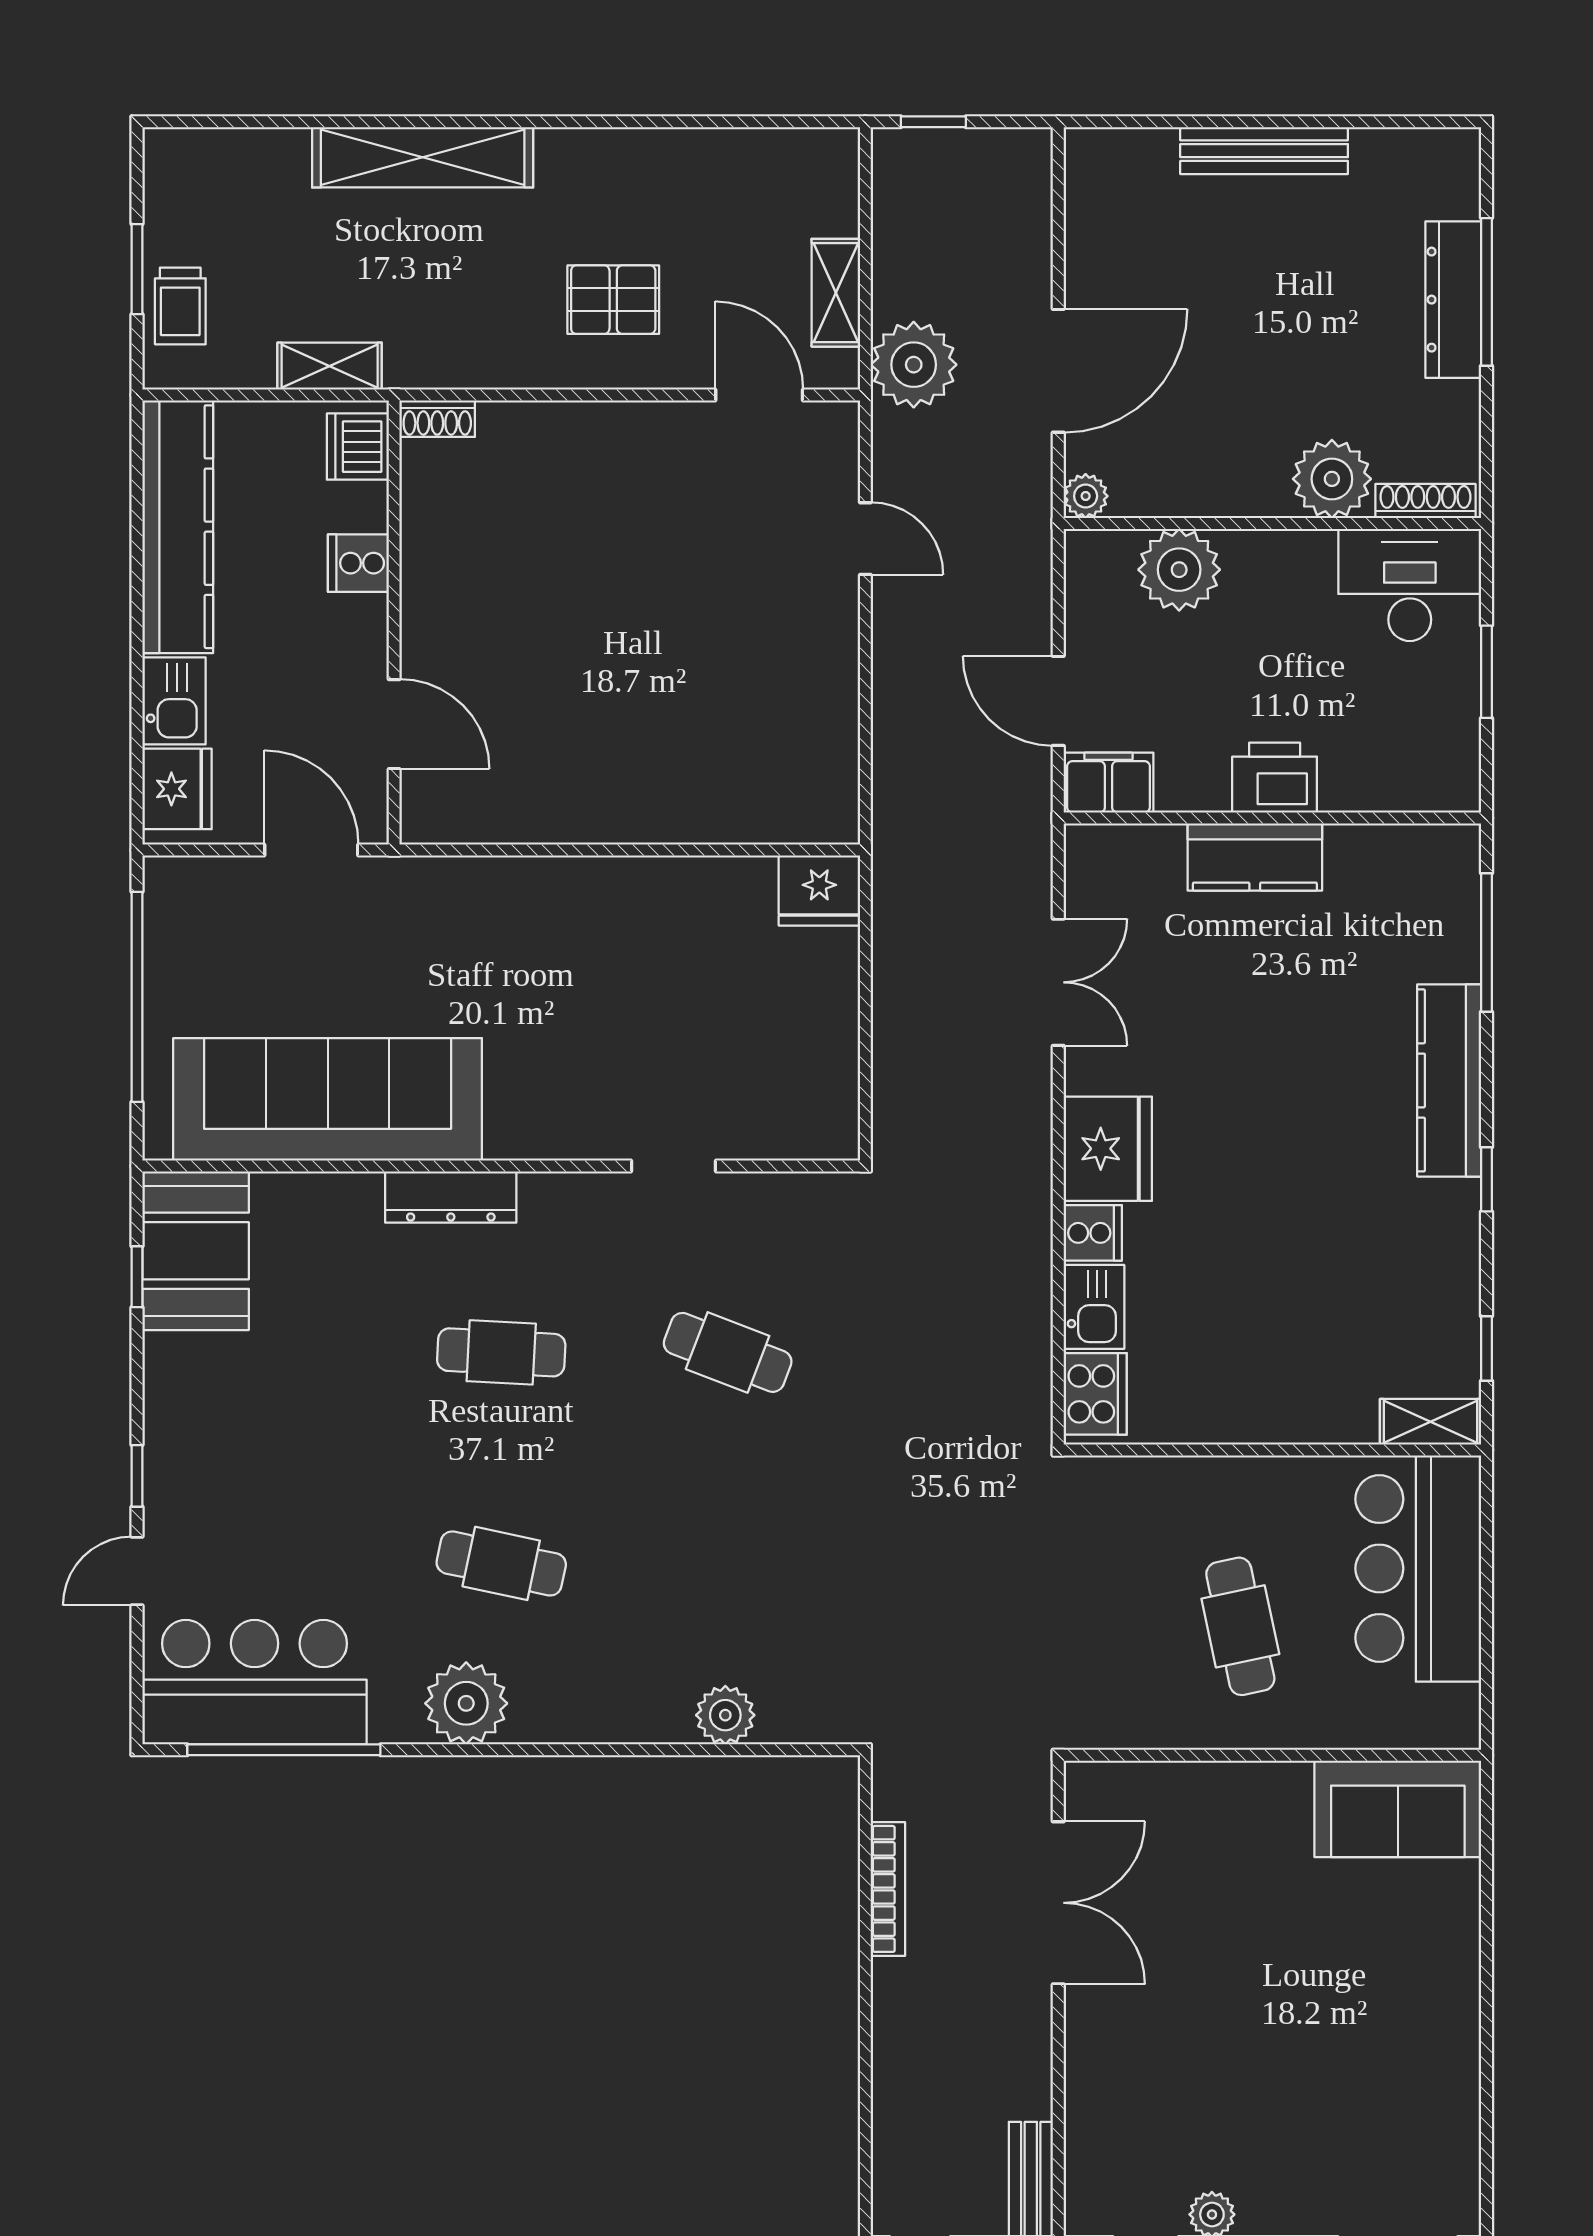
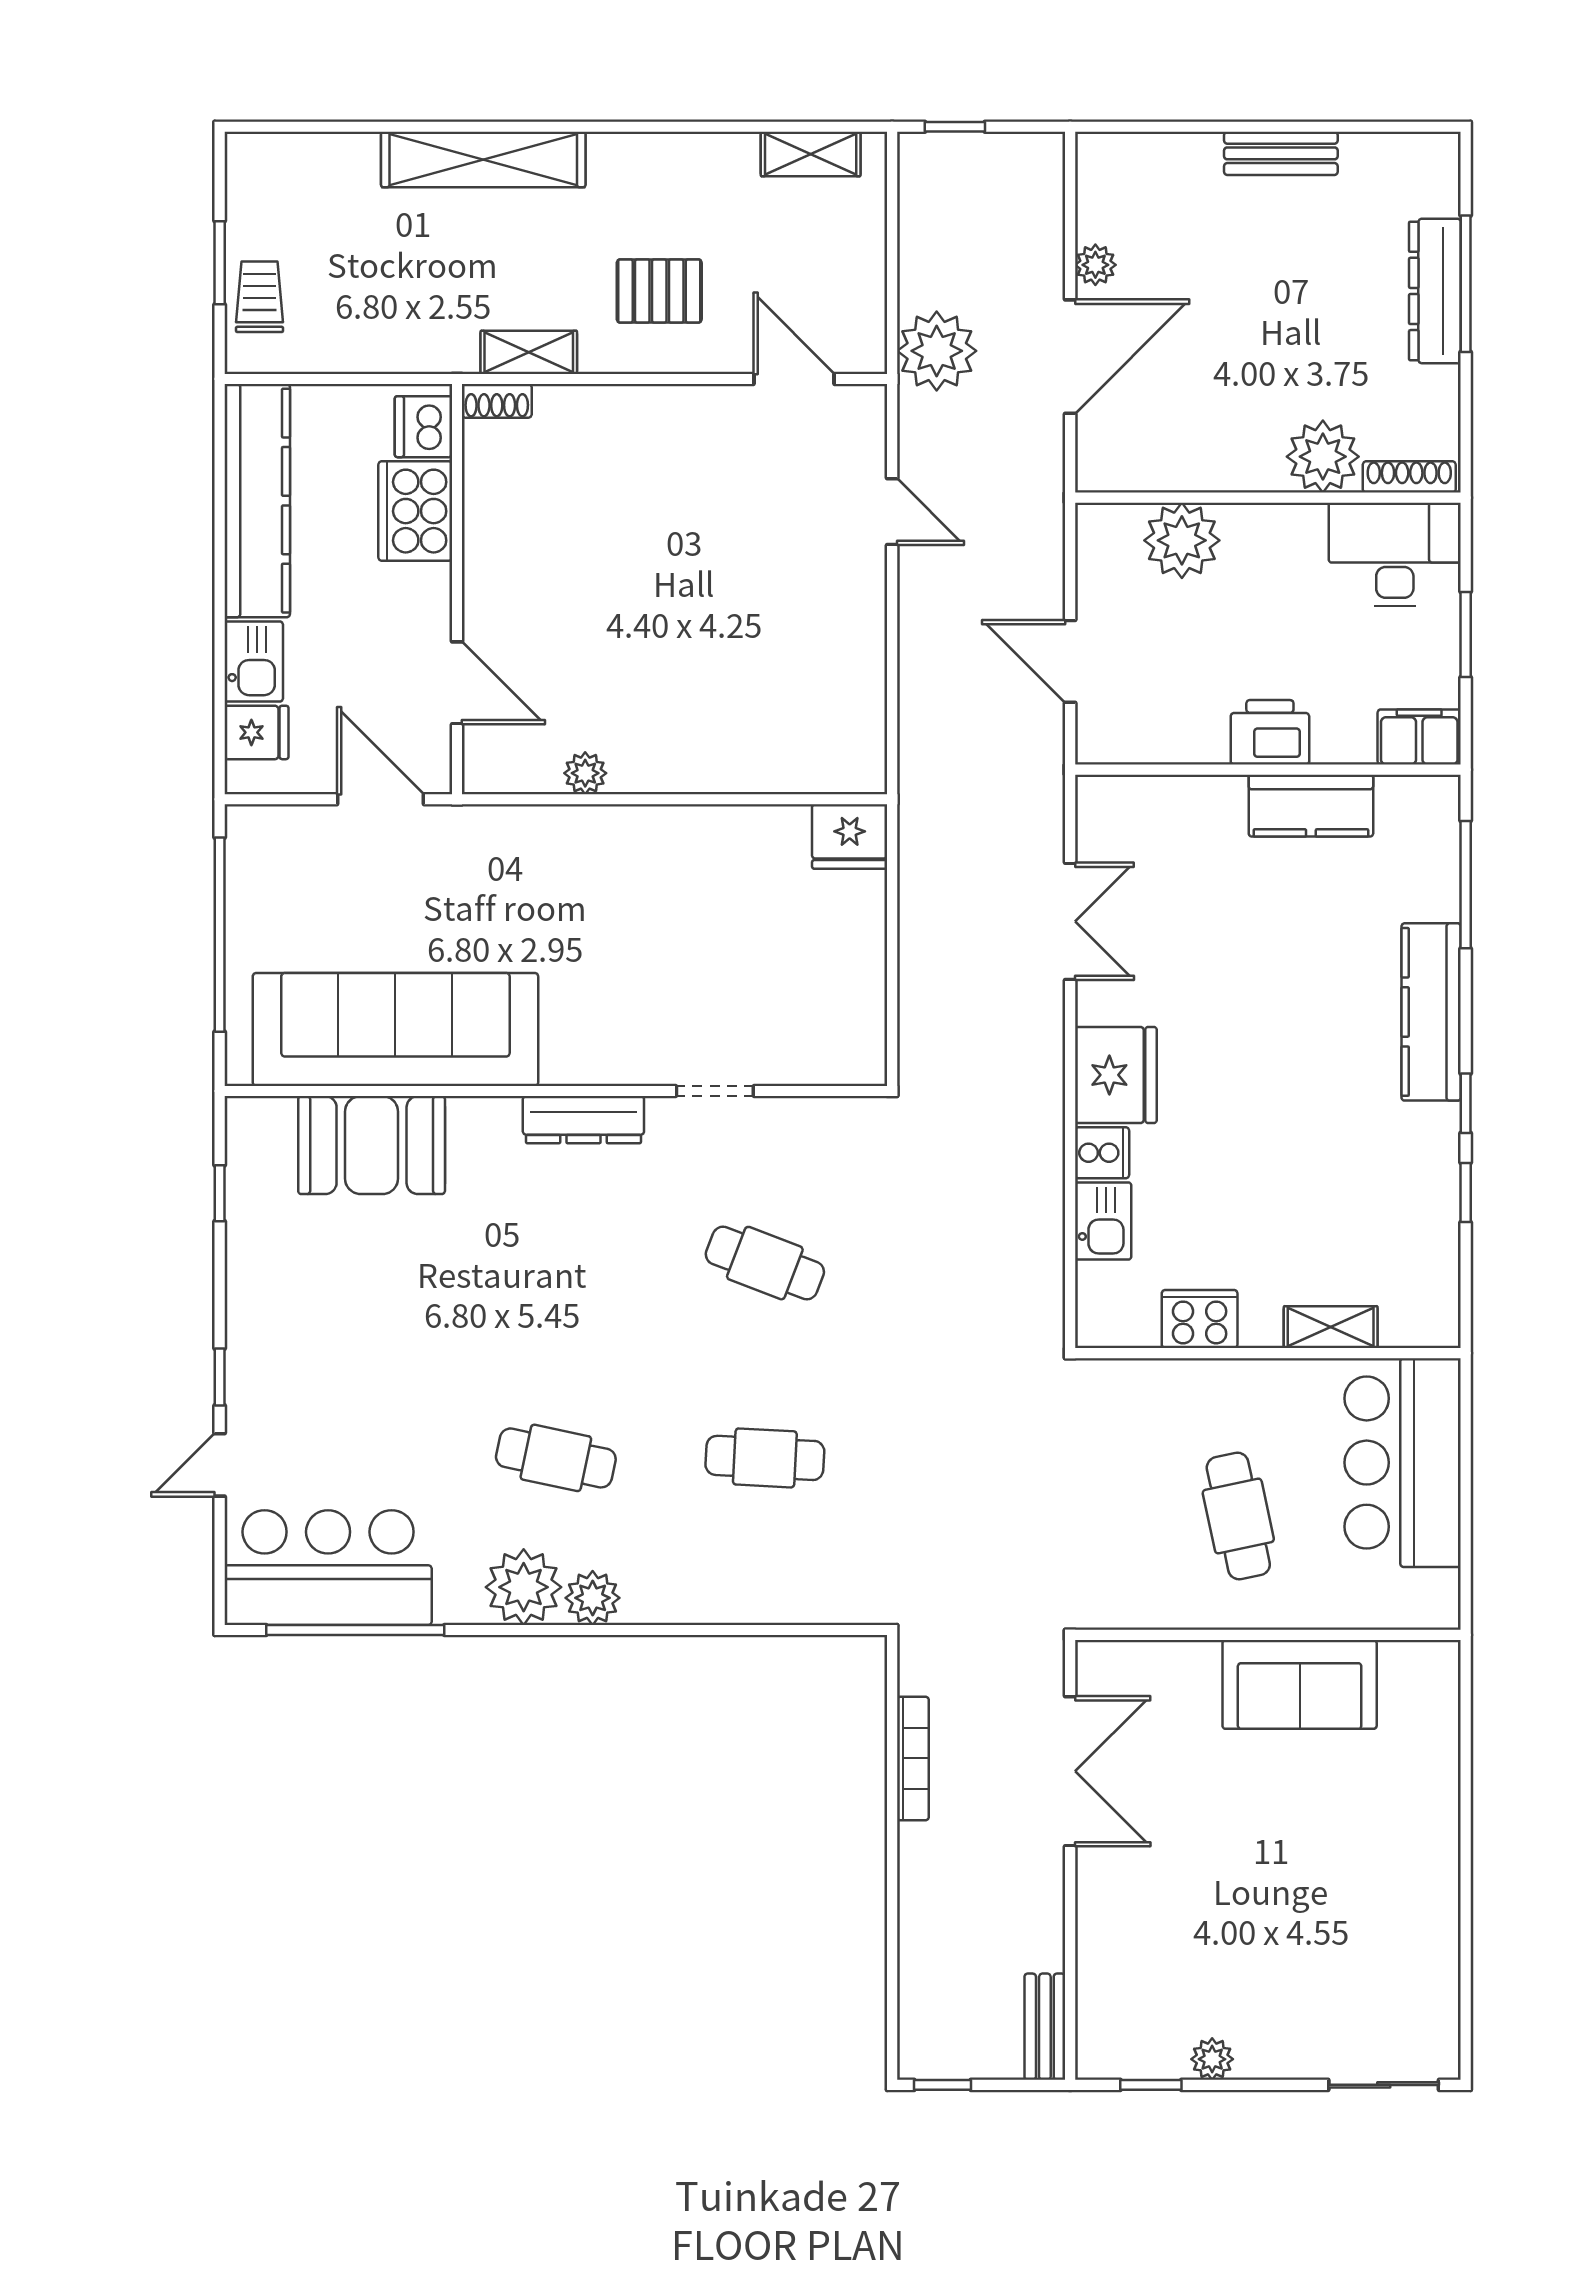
bench: (1264, 151) -> (1281, 153), width x0.73
shelving: (836, 293) -> (811, 154), moved, turned 90
trolley: (180, 306) -> (260, 297), turned 180
shelving: (330, 366) -> (529, 352), moved
plant: (1086, 496) -> (1095, 265), moved
cooker: (358, 563) -> (415, 511), width x1.87, depth x1.31
filing cabinet: (1108, 783) -> (1419, 737), moved
fridge: (177, 789) -> (257, 732), width x0.72
plant: (533, 822) -> (585, 773), added
kitchen counter: (1255, 857) -> (1311, 806), moved
dresser: (451, 1197) -> (583, 1120), moved
booth: (196, 1251) -> (372, 1145), moved, turned 90
window: (1487, 1349) -> (1466, 1192), moved
cafe table: (501, 1352) -> (765, 1458), moved
cooker: (1095, 1394) -> (1200, 1319), moved, turned -90
shelving: (1431, 1422) -> (1331, 1327), moved
plant: (725, 1715) -> (593, 1598), moved
sofa: (1398, 1809) -> (1300, 1684), moved

